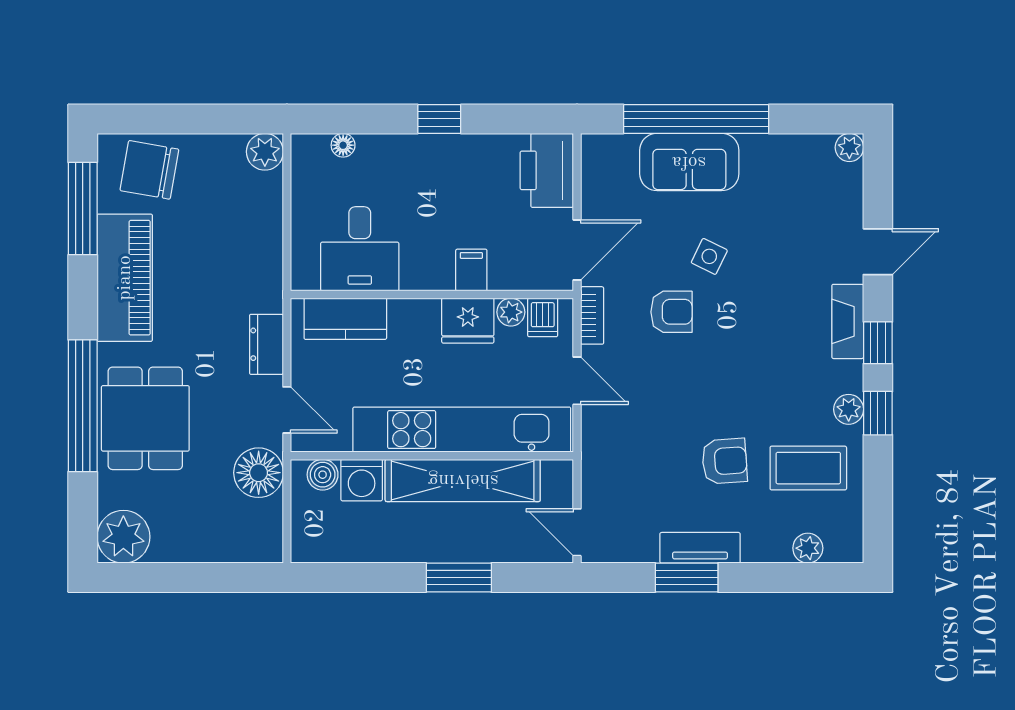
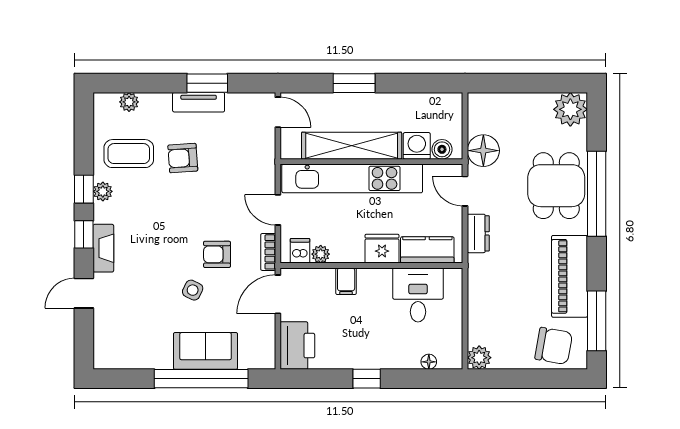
plant: (849, 147) -> (102, 360), removed
fridge: (468, 321) -> (382, 249), moved

